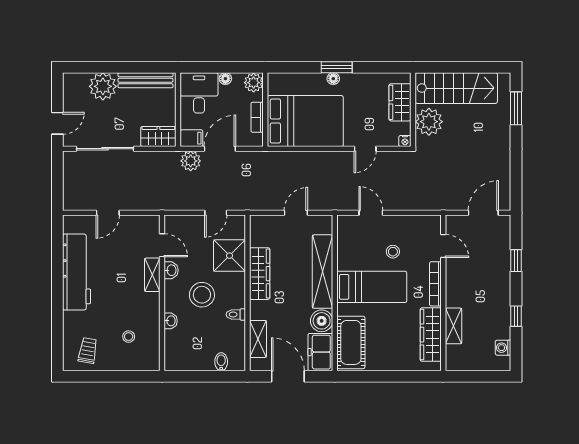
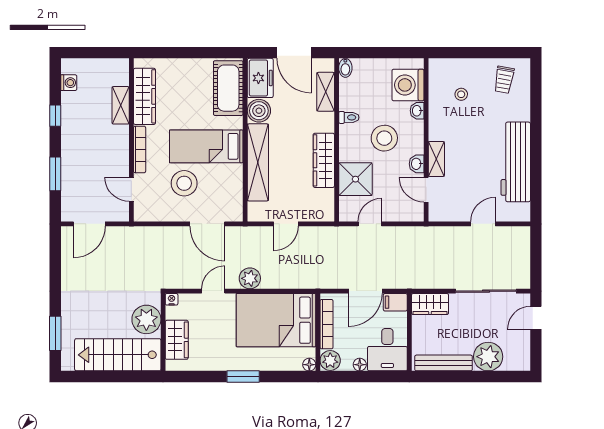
floor lamp: (333, 79) -> (309, 365), moved
bookcase: (257, 117) -> (327, 324), width x1.56
plant: (191, 161) -> (250, 278), moved
door: (371, 213) -> (207, 224), width x1.38
stool: (393, 252) -> (184, 183), width x1.89, depth x1.89
window: (516, 261) -> (55, 174), width x1.50
washing machine: (179, 345) -> (408, 85), added
bidet: (221, 362) -> (345, 68), moved

